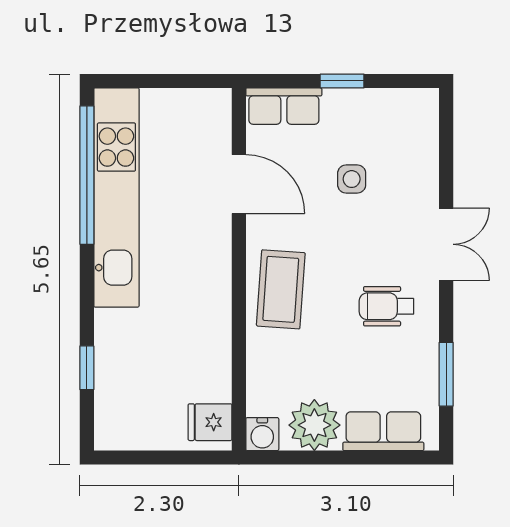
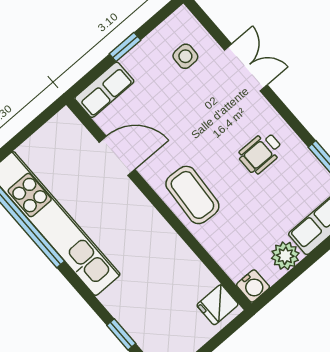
side table: (352, 179) -> (185, 56), moved
double door: (446, 244) -> (246, 68), moved
plant: (314, 425) -> (285, 256), width x0.73, depth x0.73

